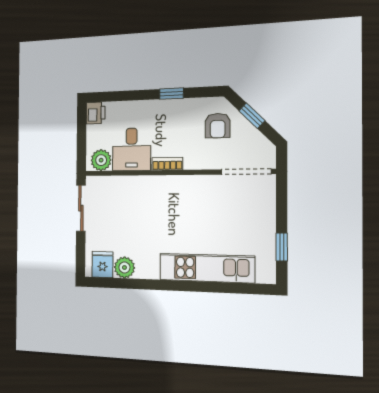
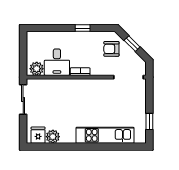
printer: (96, 113) -> (33, 38), removed
armchair: (218, 126) -> (111, 49), turned 90

